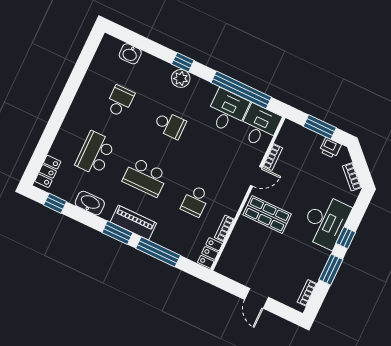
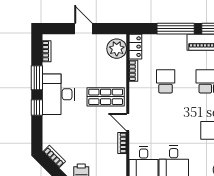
door: (256, 176) -> (128, 122), hinge flipped
desk: (325, 221) -> (58, 94), moved
plant: (231, 260) -> (117, 49), added

